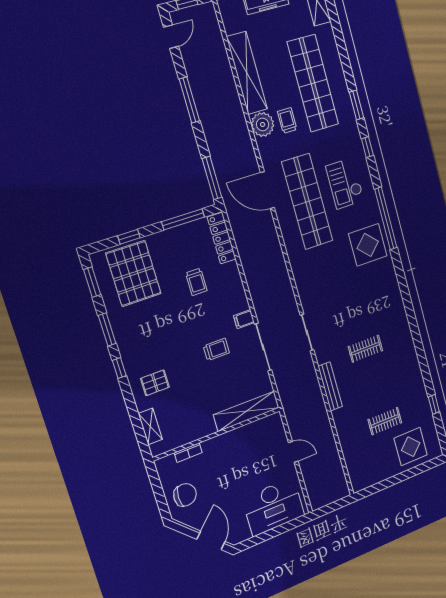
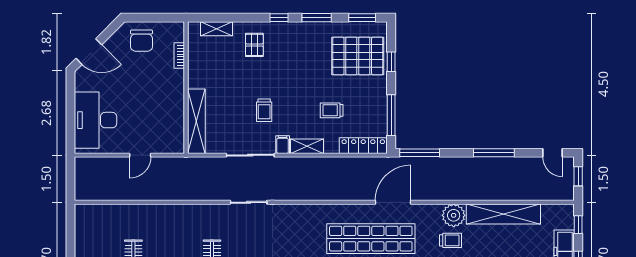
shelving: (239, 295) -> (307, 146), added
bench: (330, 386) -> (189, 211), removed

